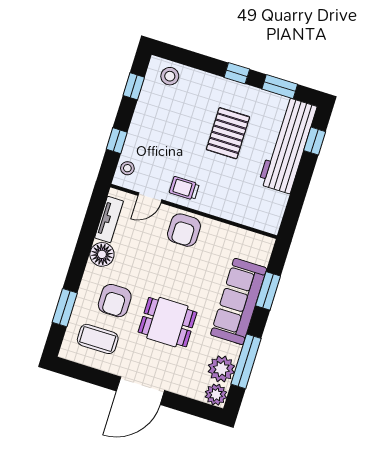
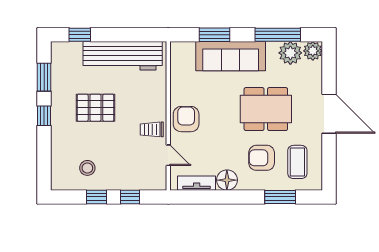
stool: (170, 76) -> (87, 168), moved
window: (134, 86) -> (96, 197), moved
workbench: (288, 145) -> (123, 56), moved
stool: (127, 168) -> (150, 181), removed
trolley: (184, 188) -> (152, 129), turned 90
armchair: (184, 230) -> (186, 119), turned -90
armchair: (115, 301) -> (262, 158), turned 180
dining table: (167, 322) -> (266, 109), width x1.38

